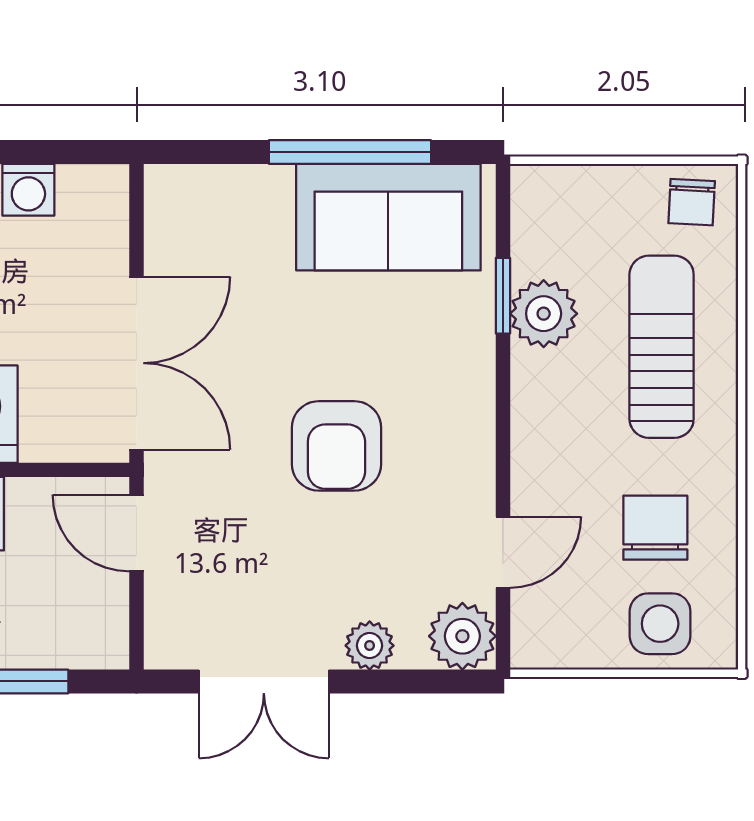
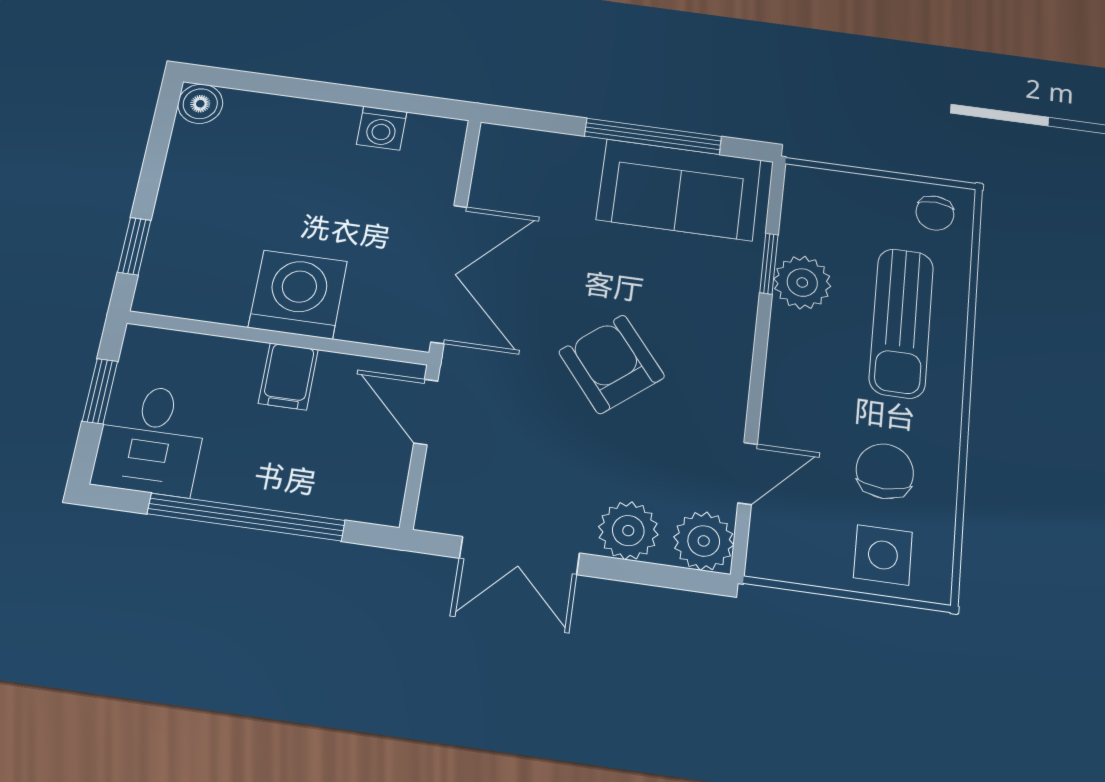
sun lounger: (662, 347) -> (901, 323), turned 180
armchair: (336, 446) -> (612, 364), turned 141
plant: (370, 646) -> (628, 531), width x1.38, depth x1.38

